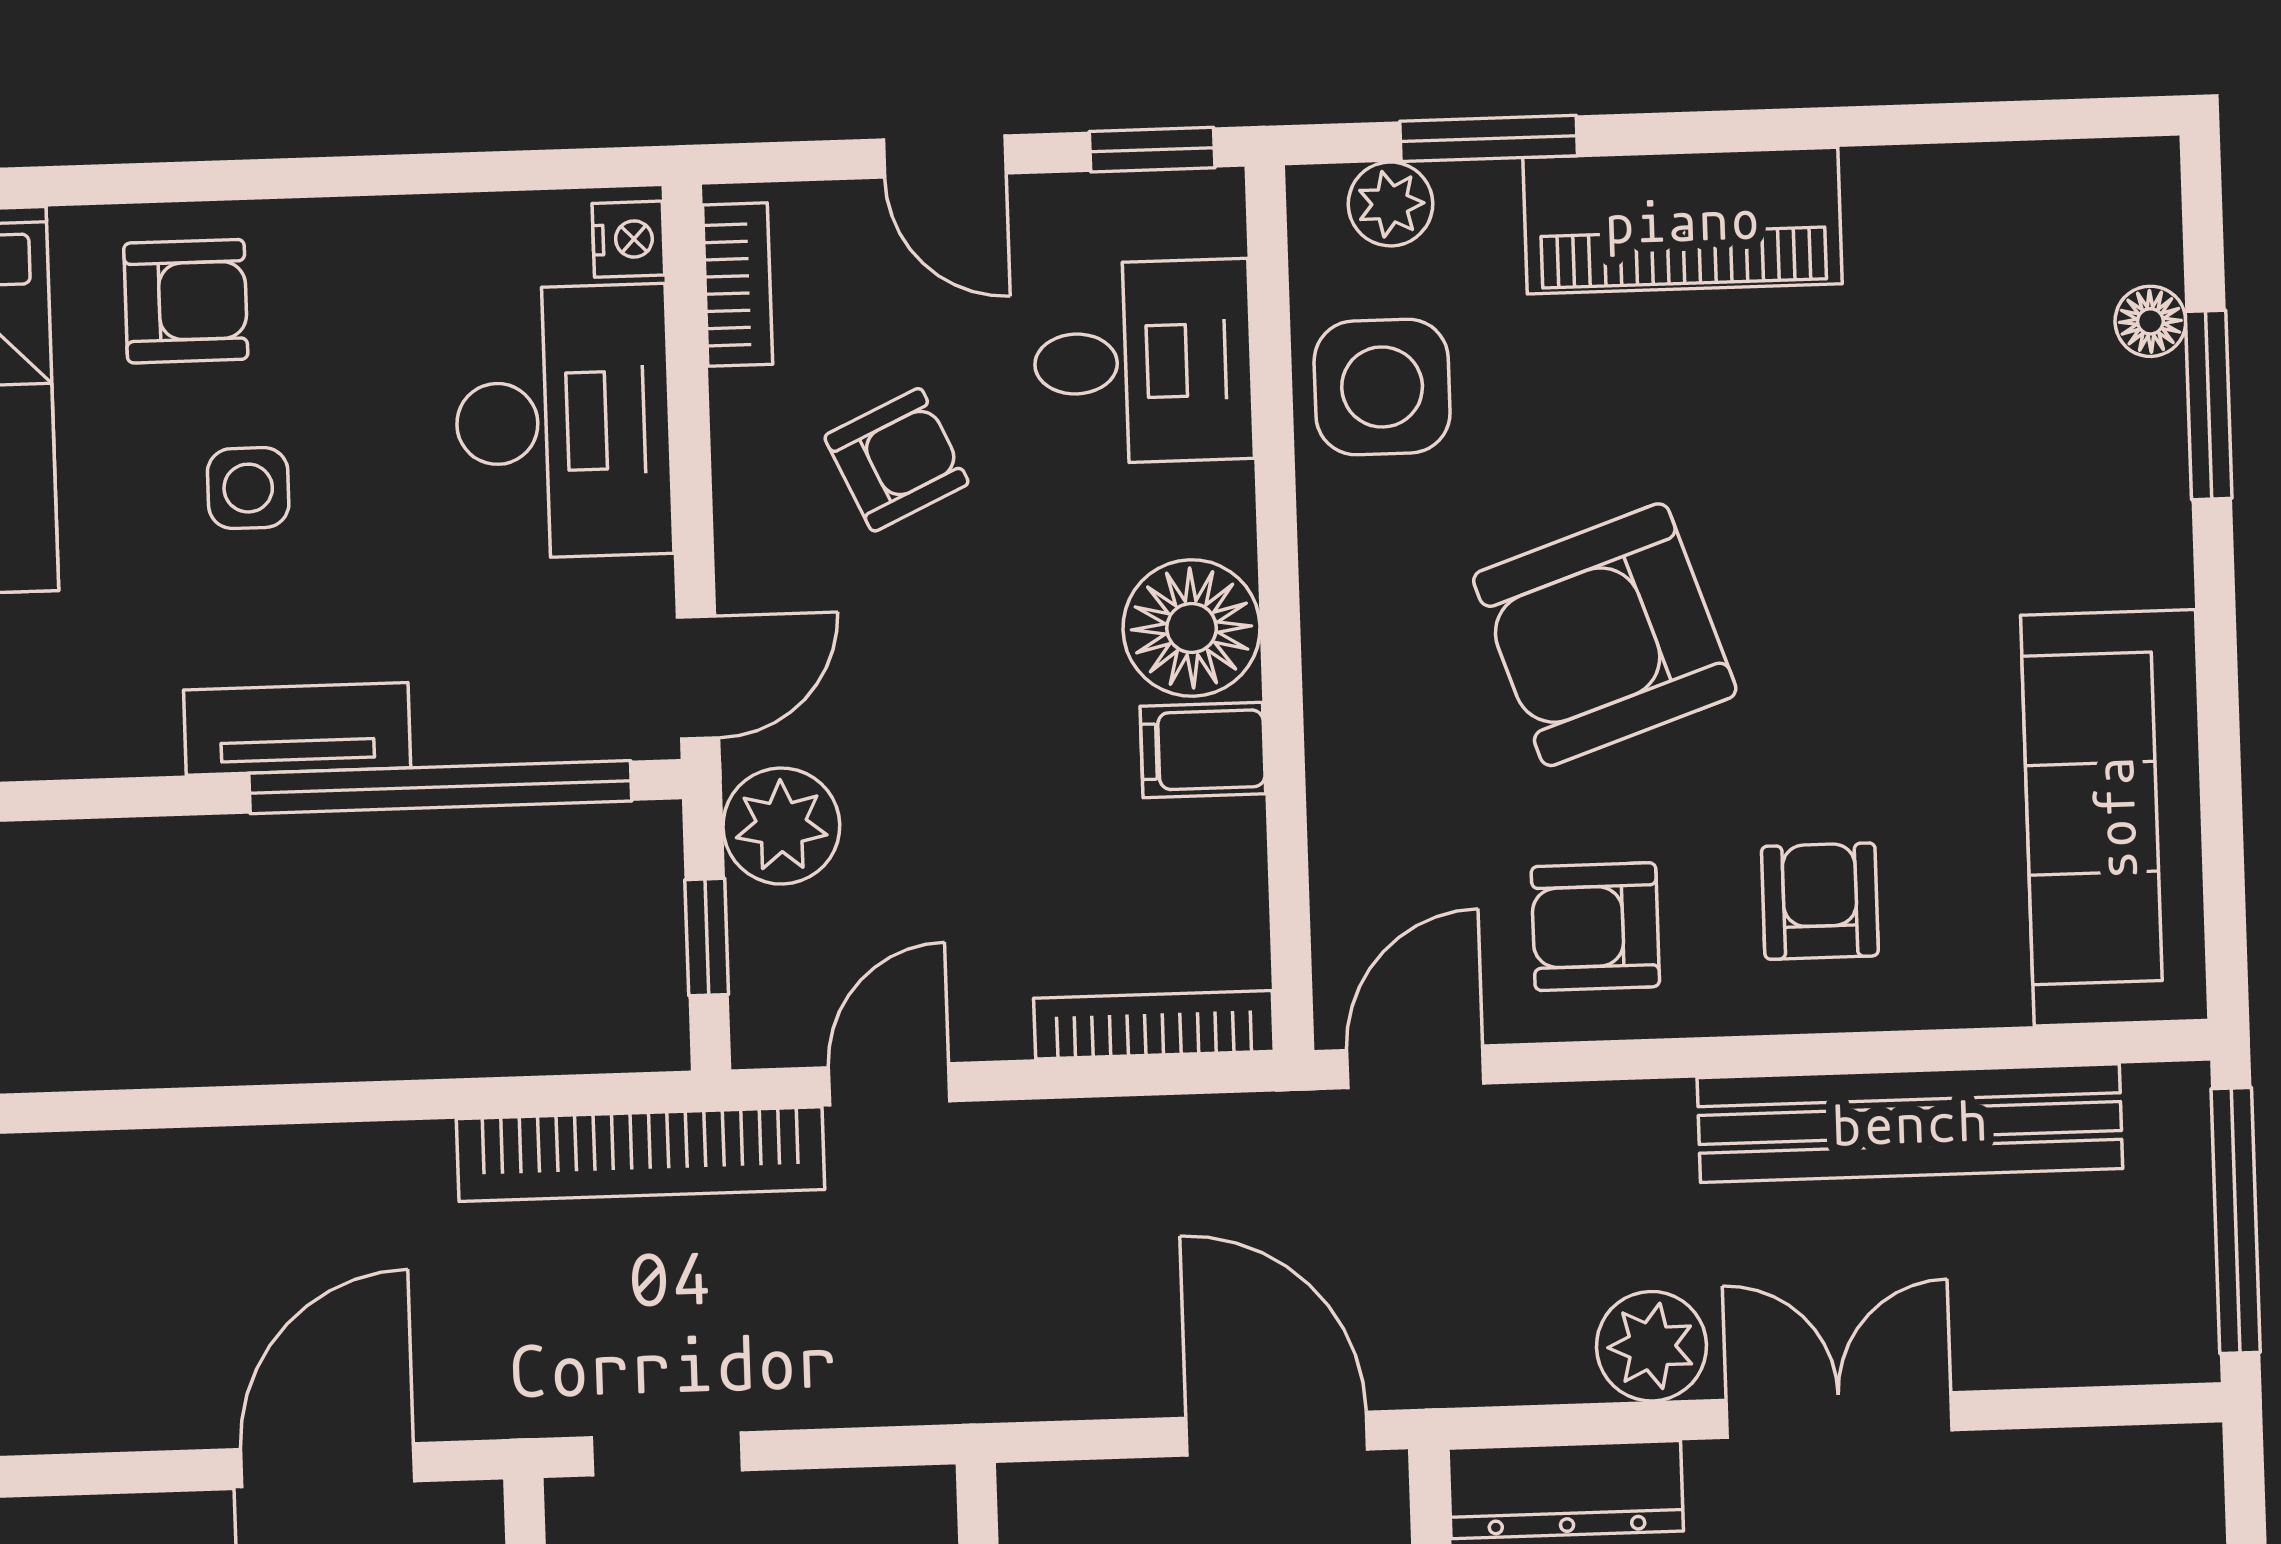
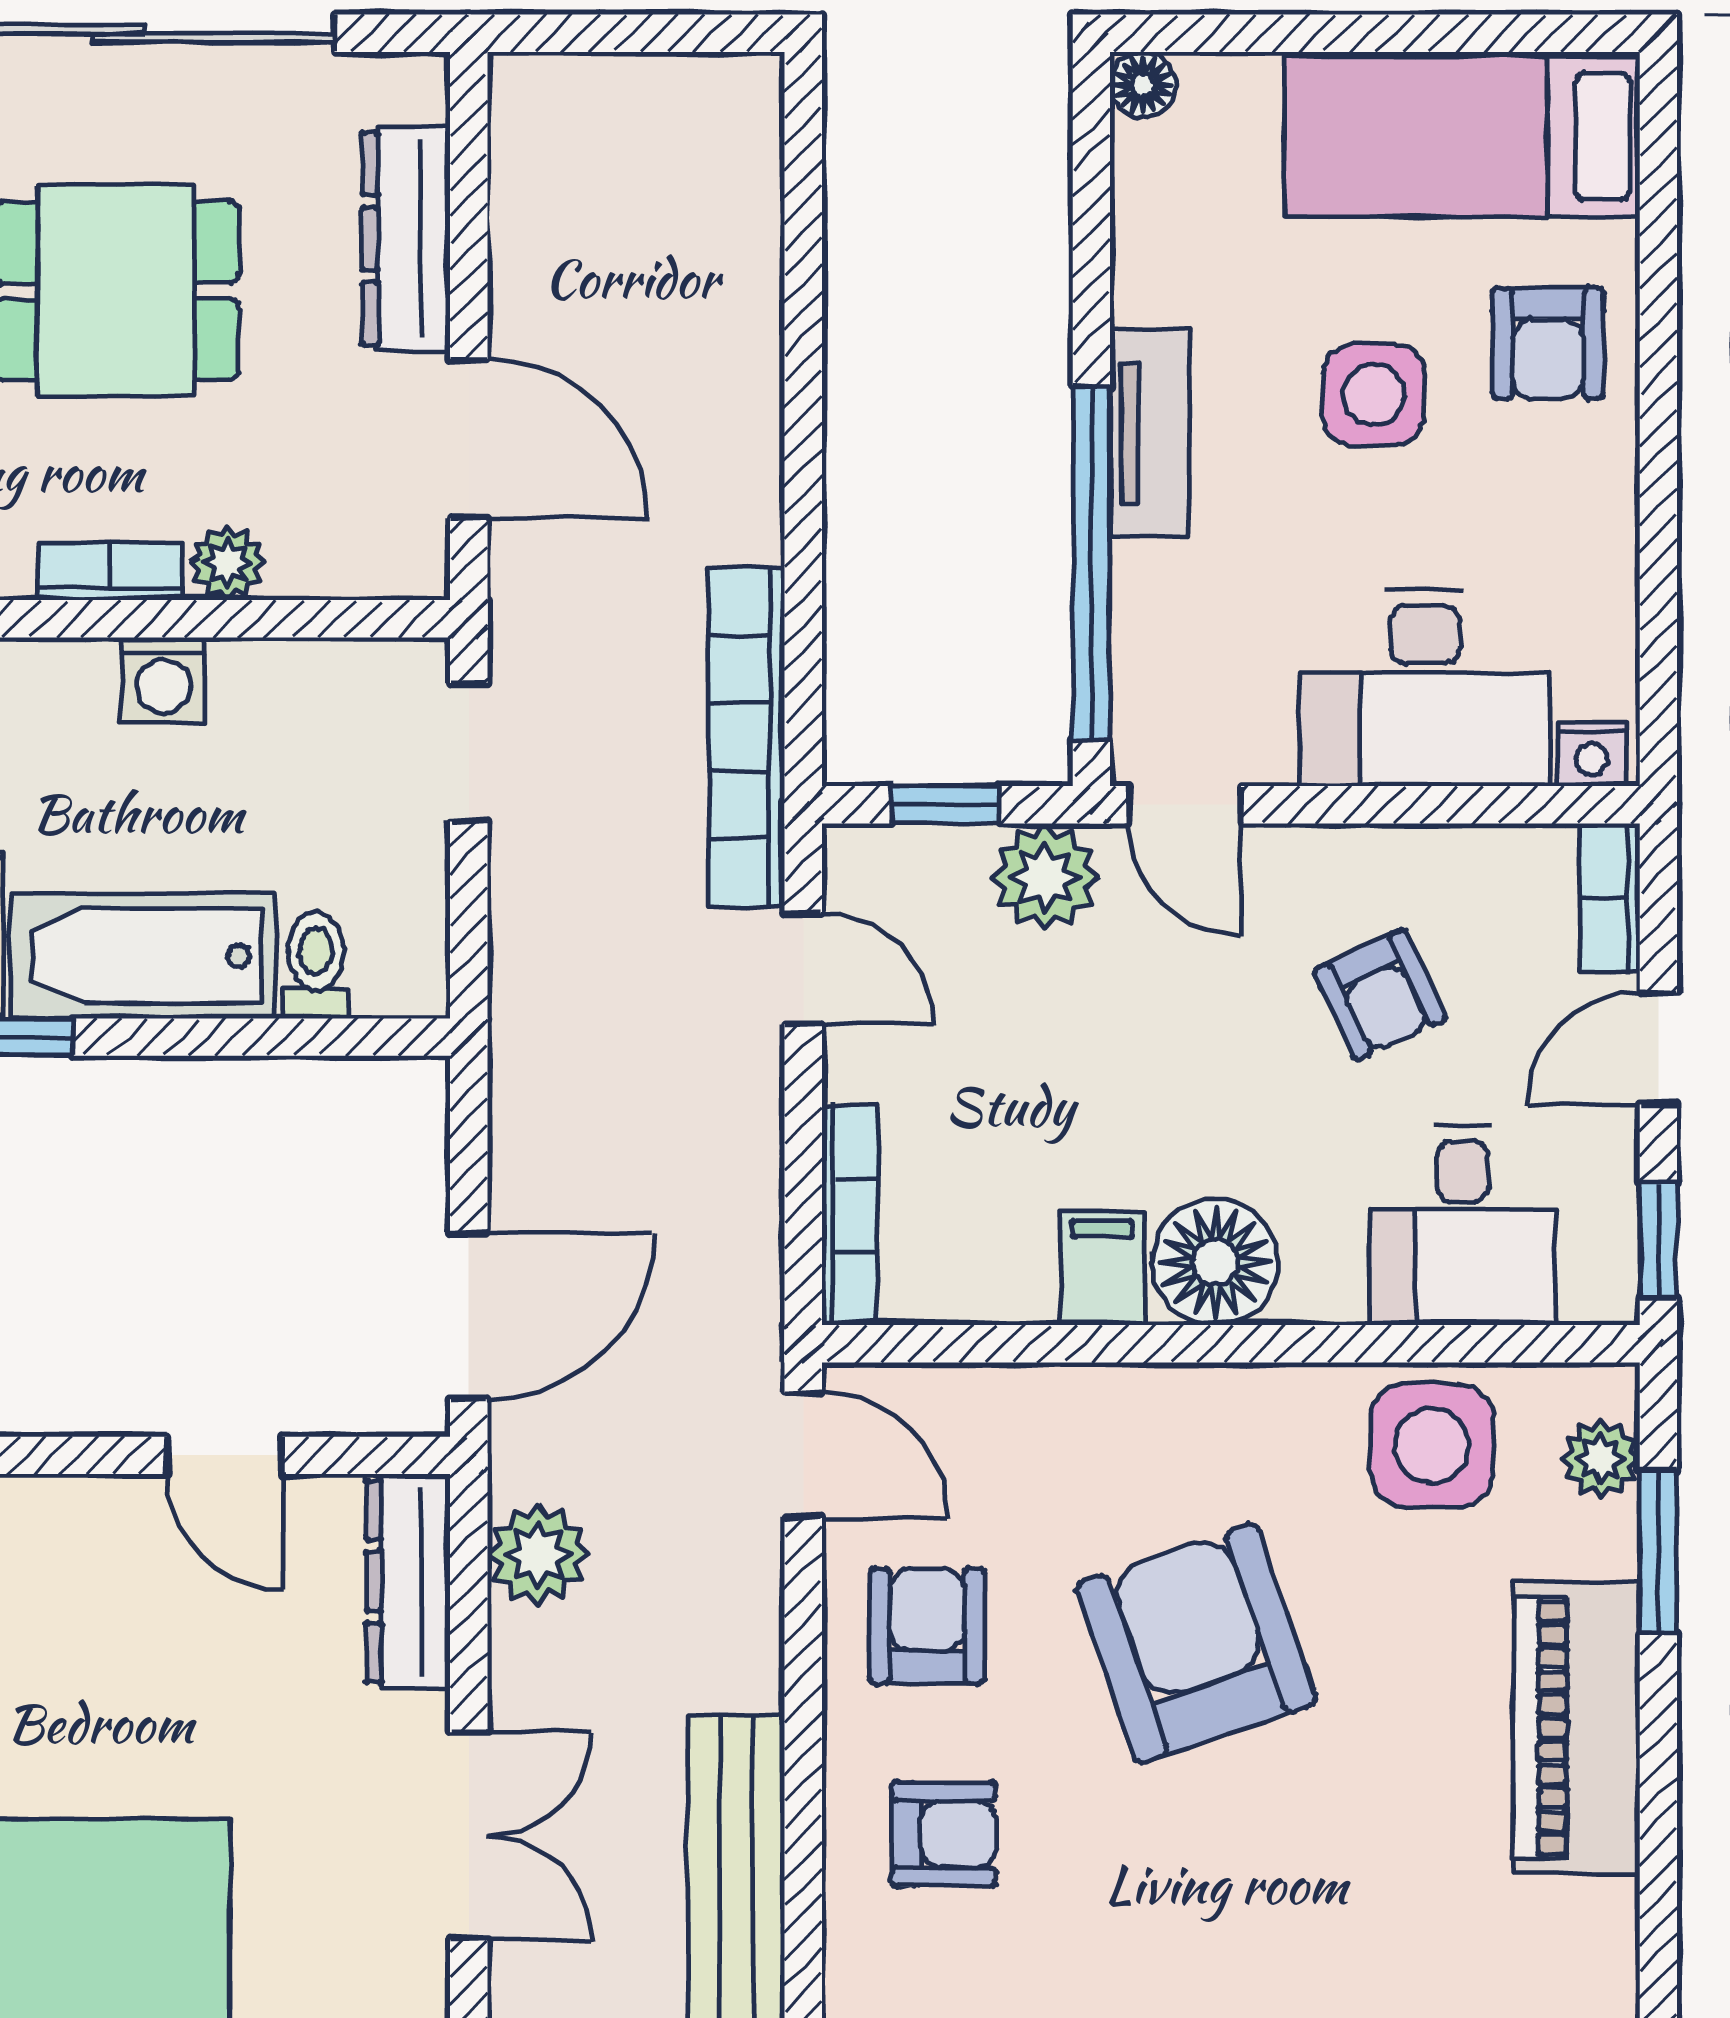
bookcase: (738, 285) -> (1610, 898), moved, turned 90
side table: (248, 488) -> (1373, 395), width x1.37, depth x1.37
plant: (1651, 1346) -> (538, 1555), moved

